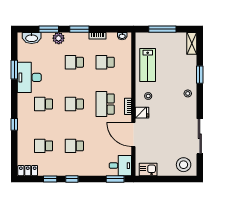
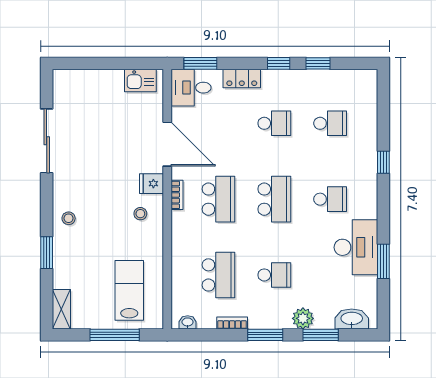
school desk: (105, 62) -> (218, 275), width x1.85
lab bench: (148, 65) -> (129, 290), moved
school desk: (74, 104) -> (274, 199), width x1.85
stool: (184, 165) -> (76, 89), removed
locker: (28, 171) -> (242, 79), moved

